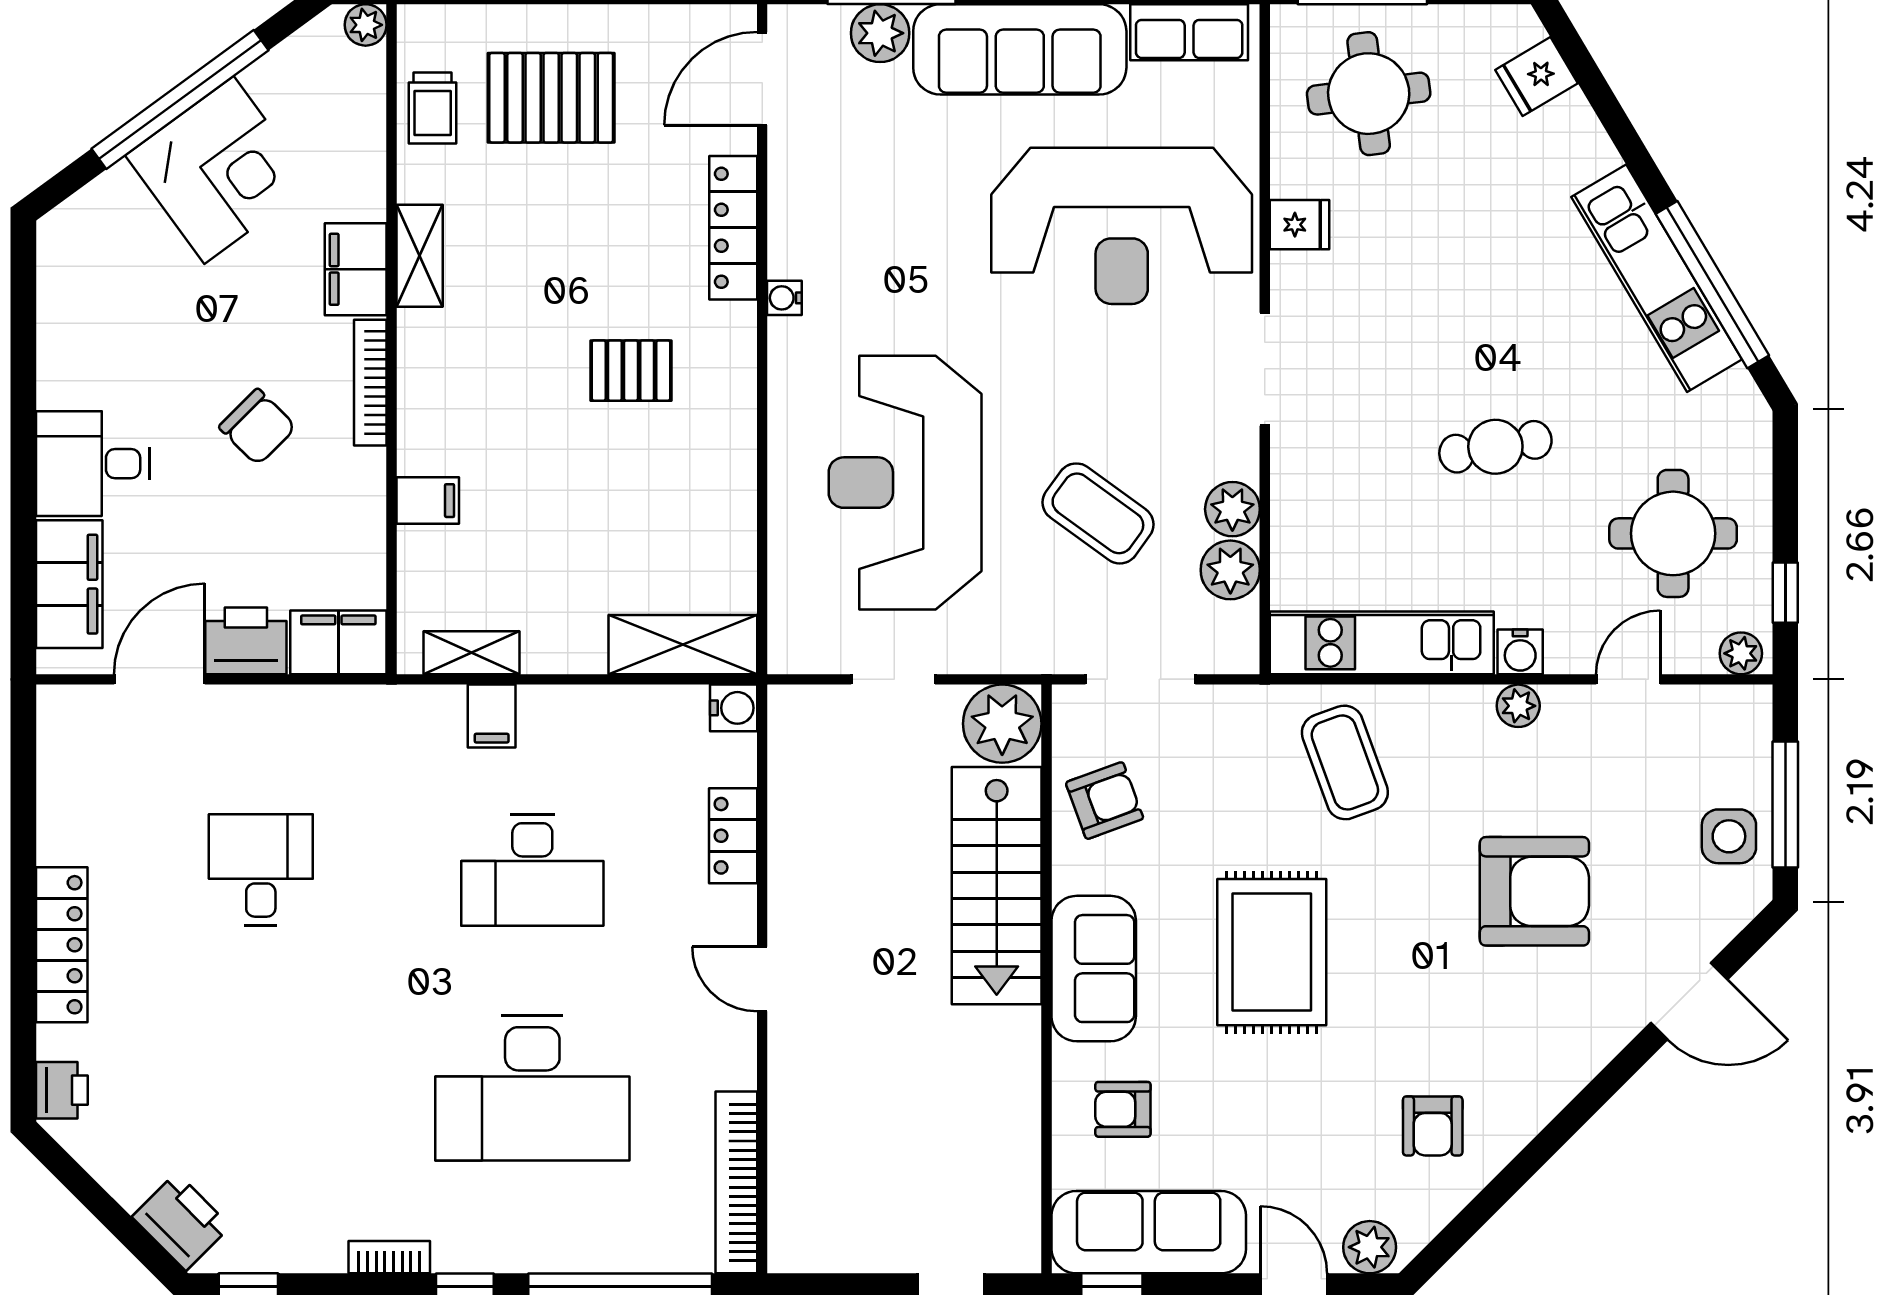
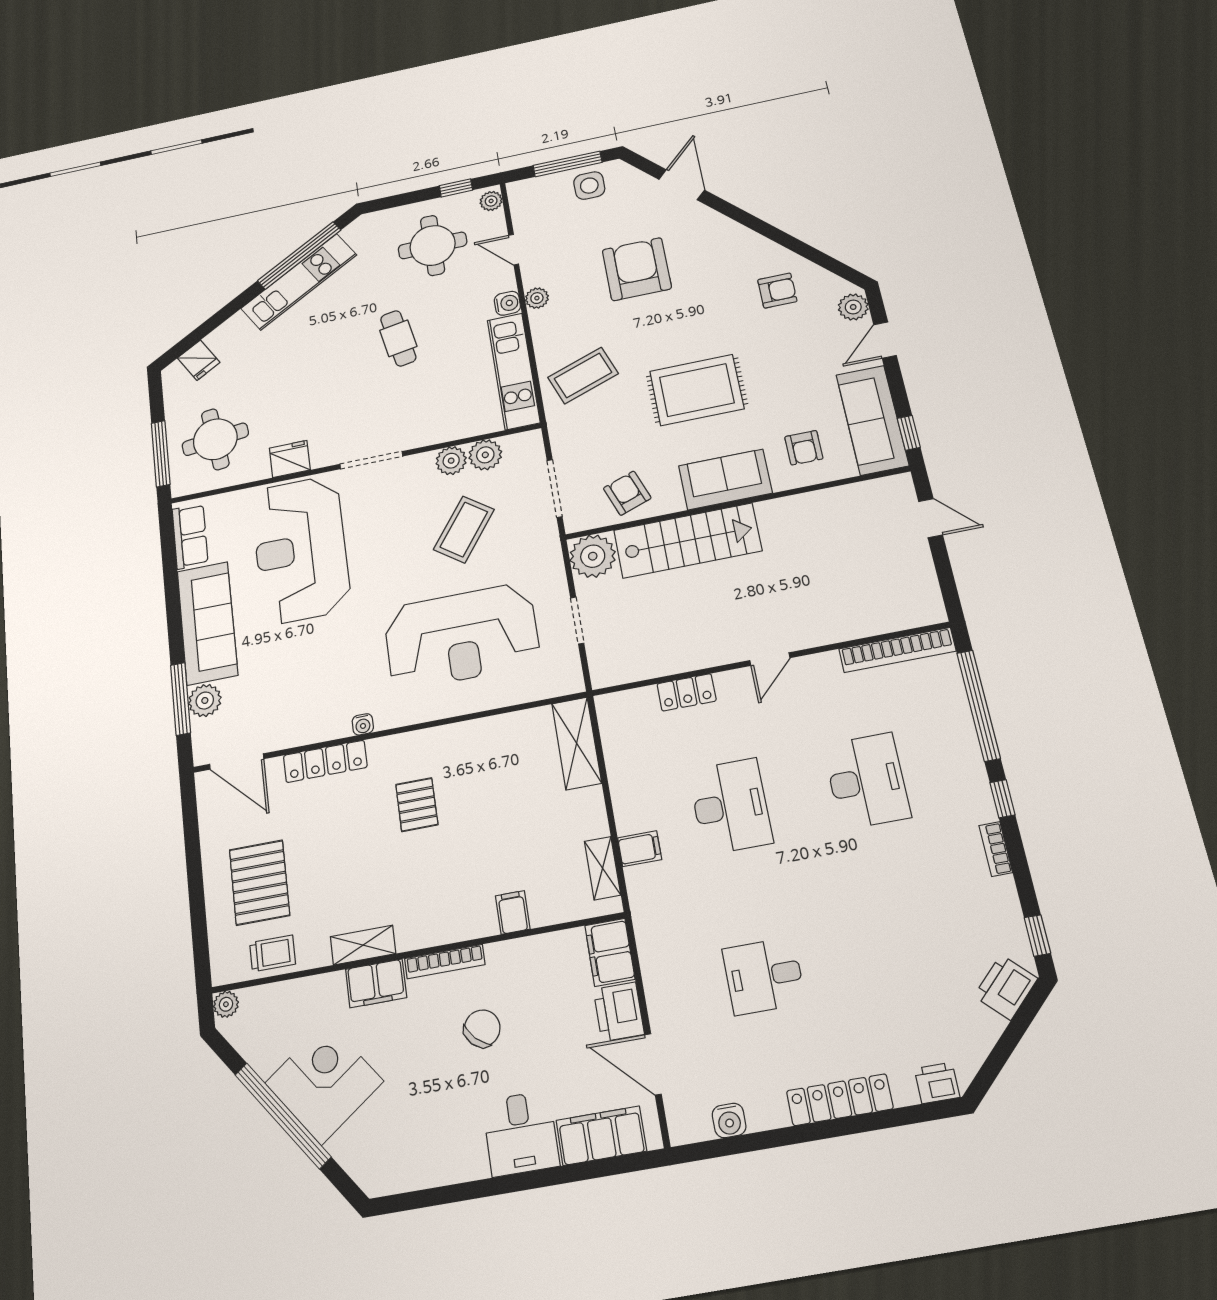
fridge: (1300, 225) -> (290, 459), width x1.38
reception desk: (1122, 226) -> (301, 550), turned 180
water cooler: (734, 708) -> (729, 1120), moved, turned 180
desk: (532, 1088) -> (867, 781), width x0.73, depth x0.77

